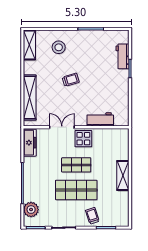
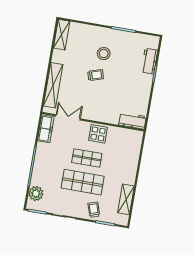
stool: (59, 47) -> (104, 54), moved
workbench: (100, 119) -> (132, 121), moved
double door: (62, 127) -> (68, 117), moved
shelving: (123, 176) -> (126, 199), moved

